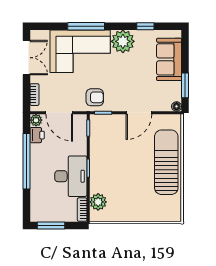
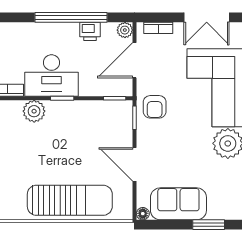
sofa: (169, 59) -> (178, 204), moved
window: (185, 85) -> (209, 225), moved
printer: (37, 135) -> (90, 31), moved
plant: (98, 202) -> (34, 111), moved

